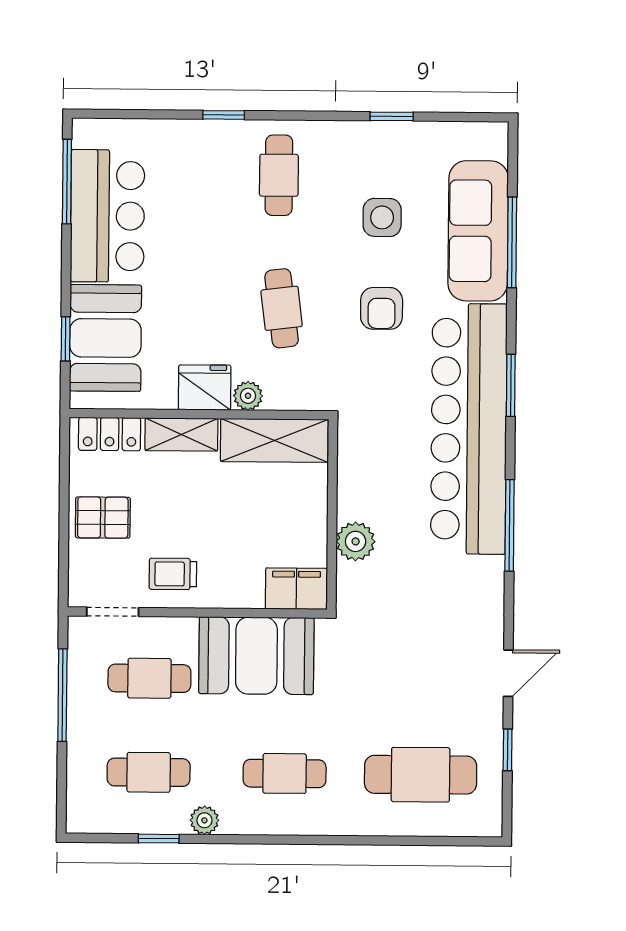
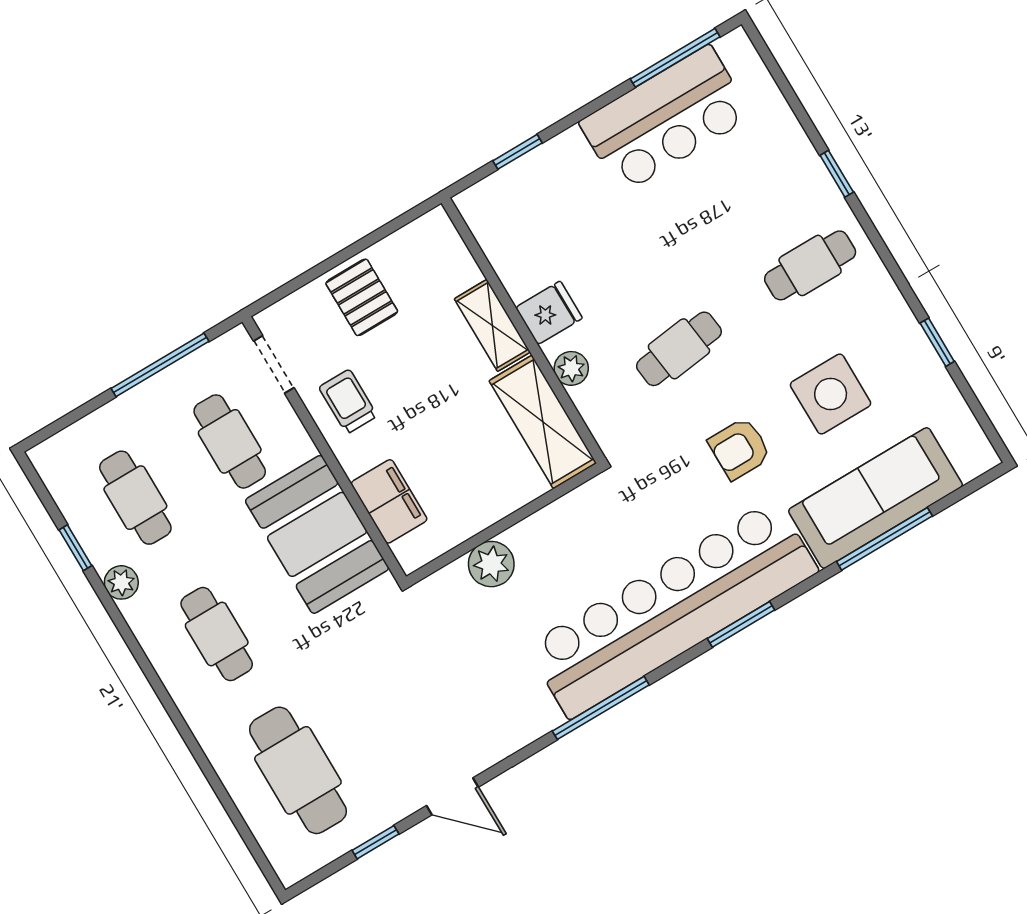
side table: (382, 217) -> (831, 394), width x1.37, depth x1.37
booth: (105, 338) -> (542, 191), removed
fridge: (205, 387) -> (549, 313), width x0.72
locker: (110, 434) -> (449, 253), removed
filing cabinet: (296, 589) -> (389, 501), moved

